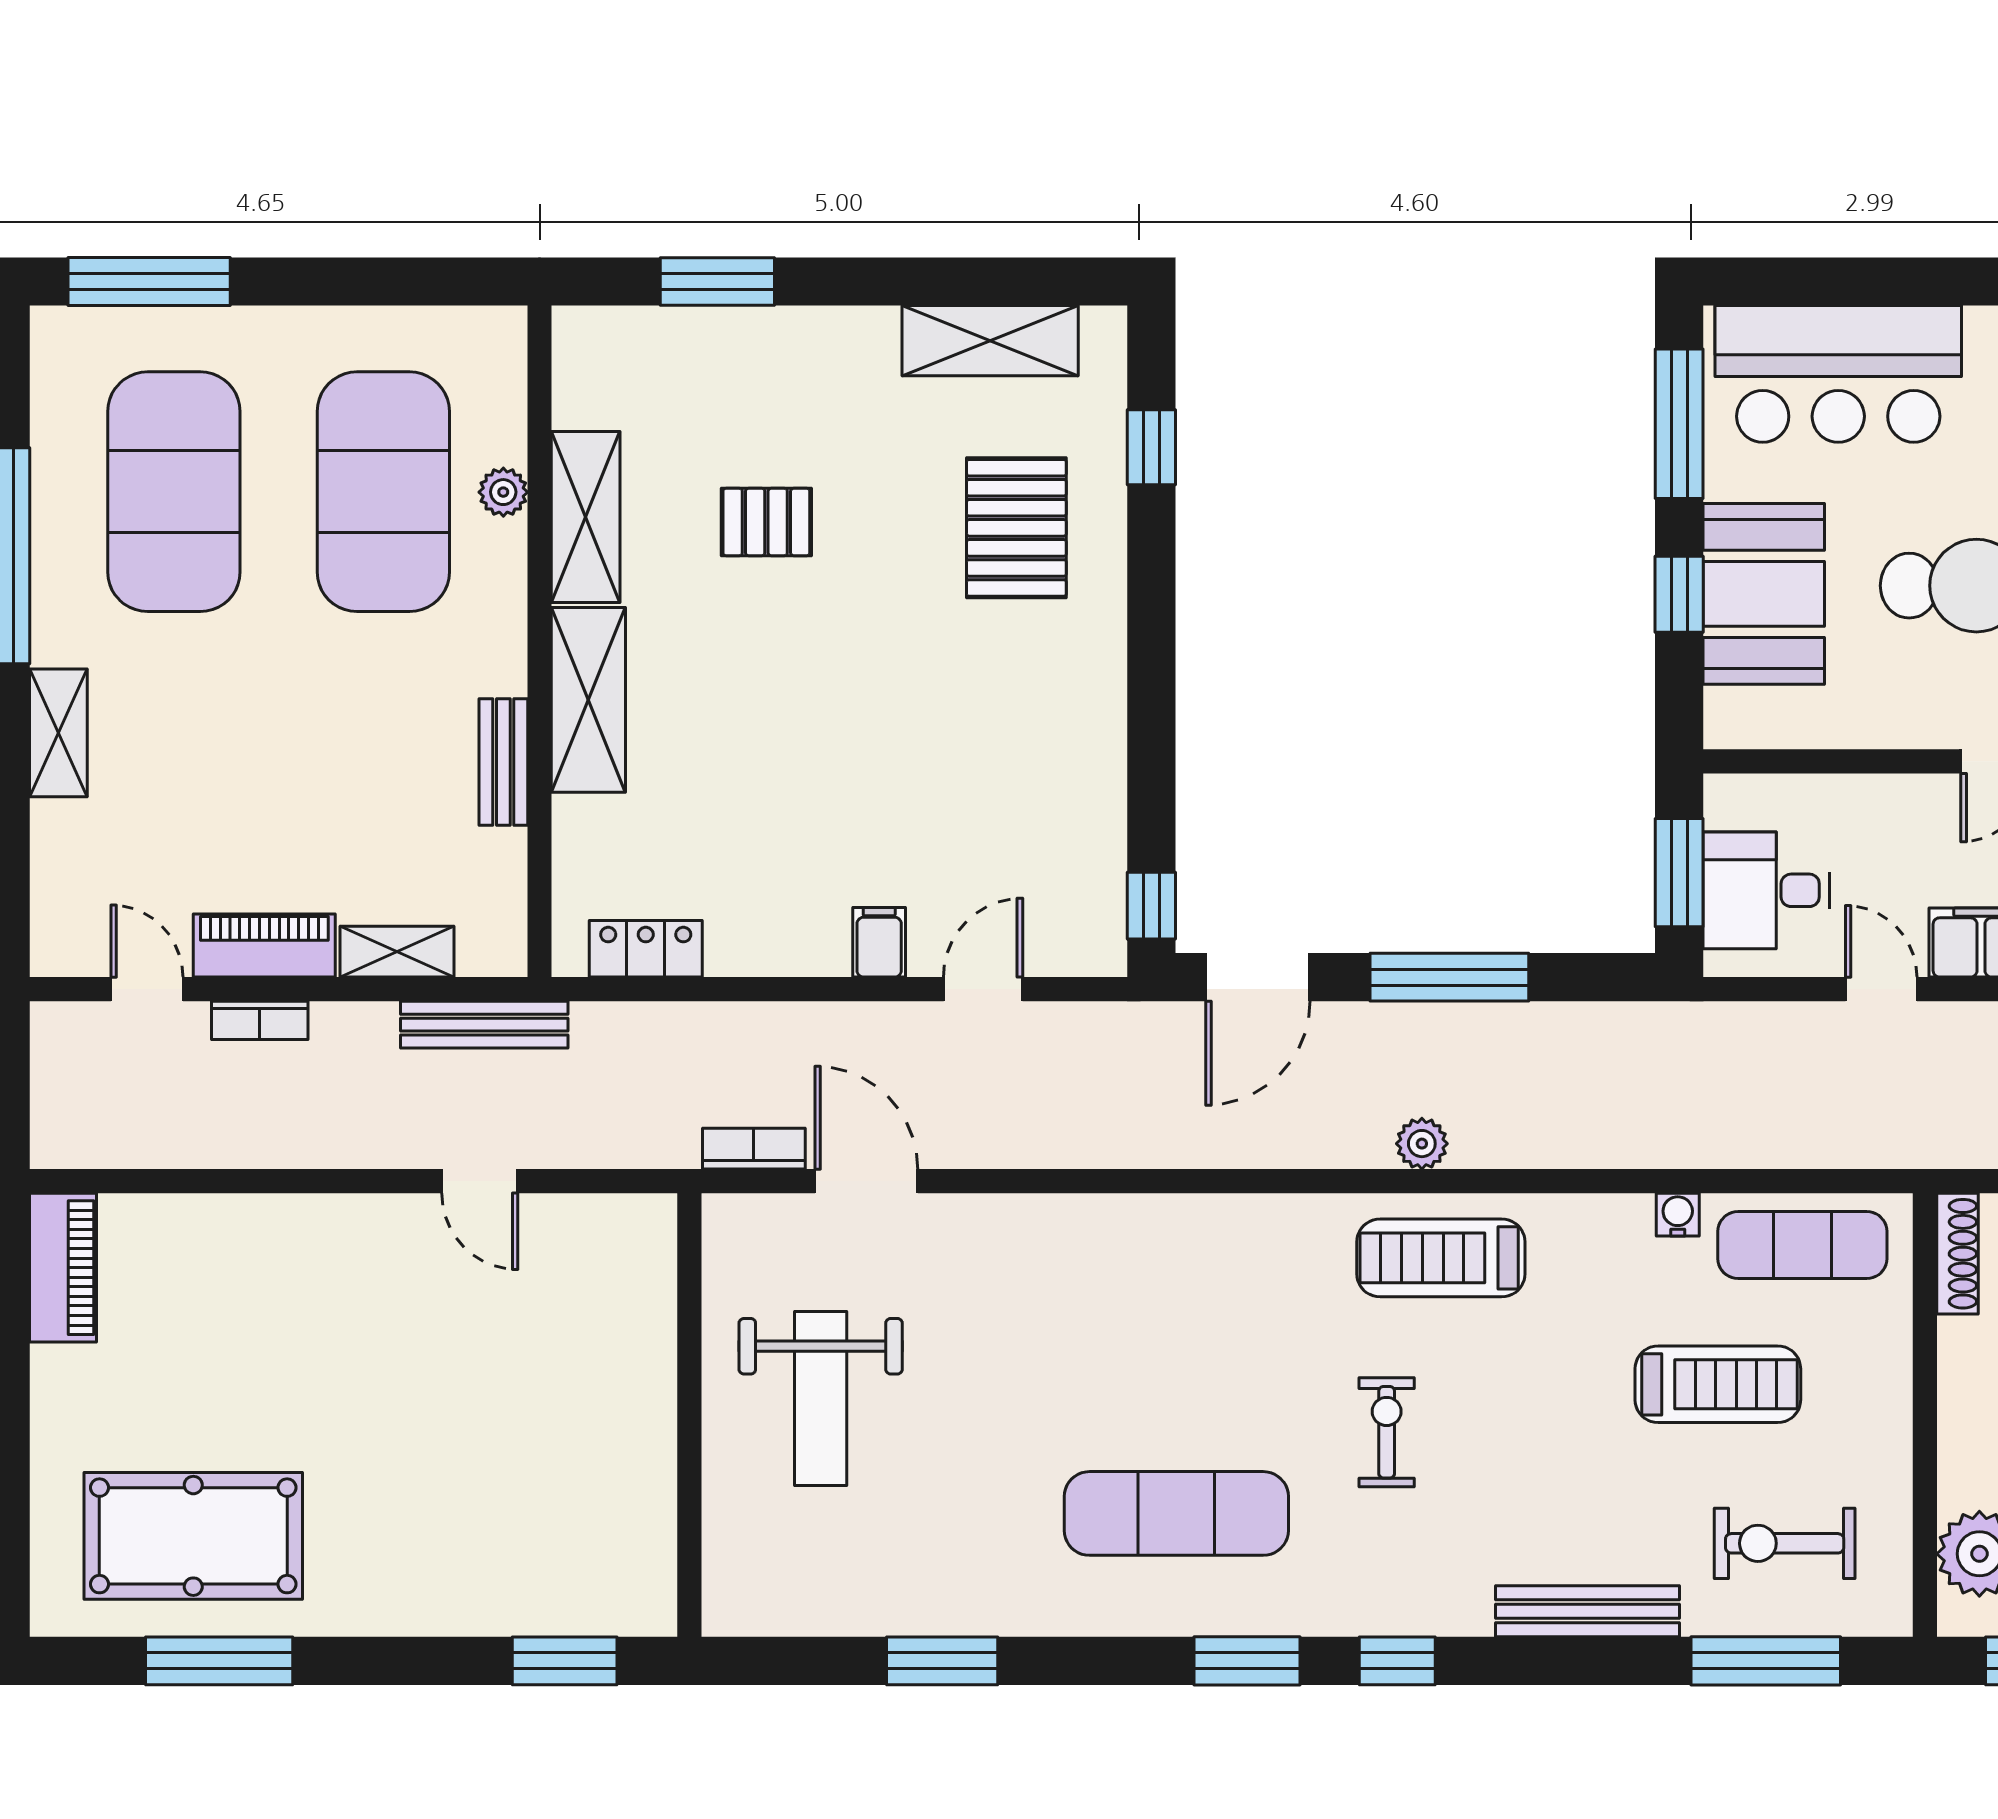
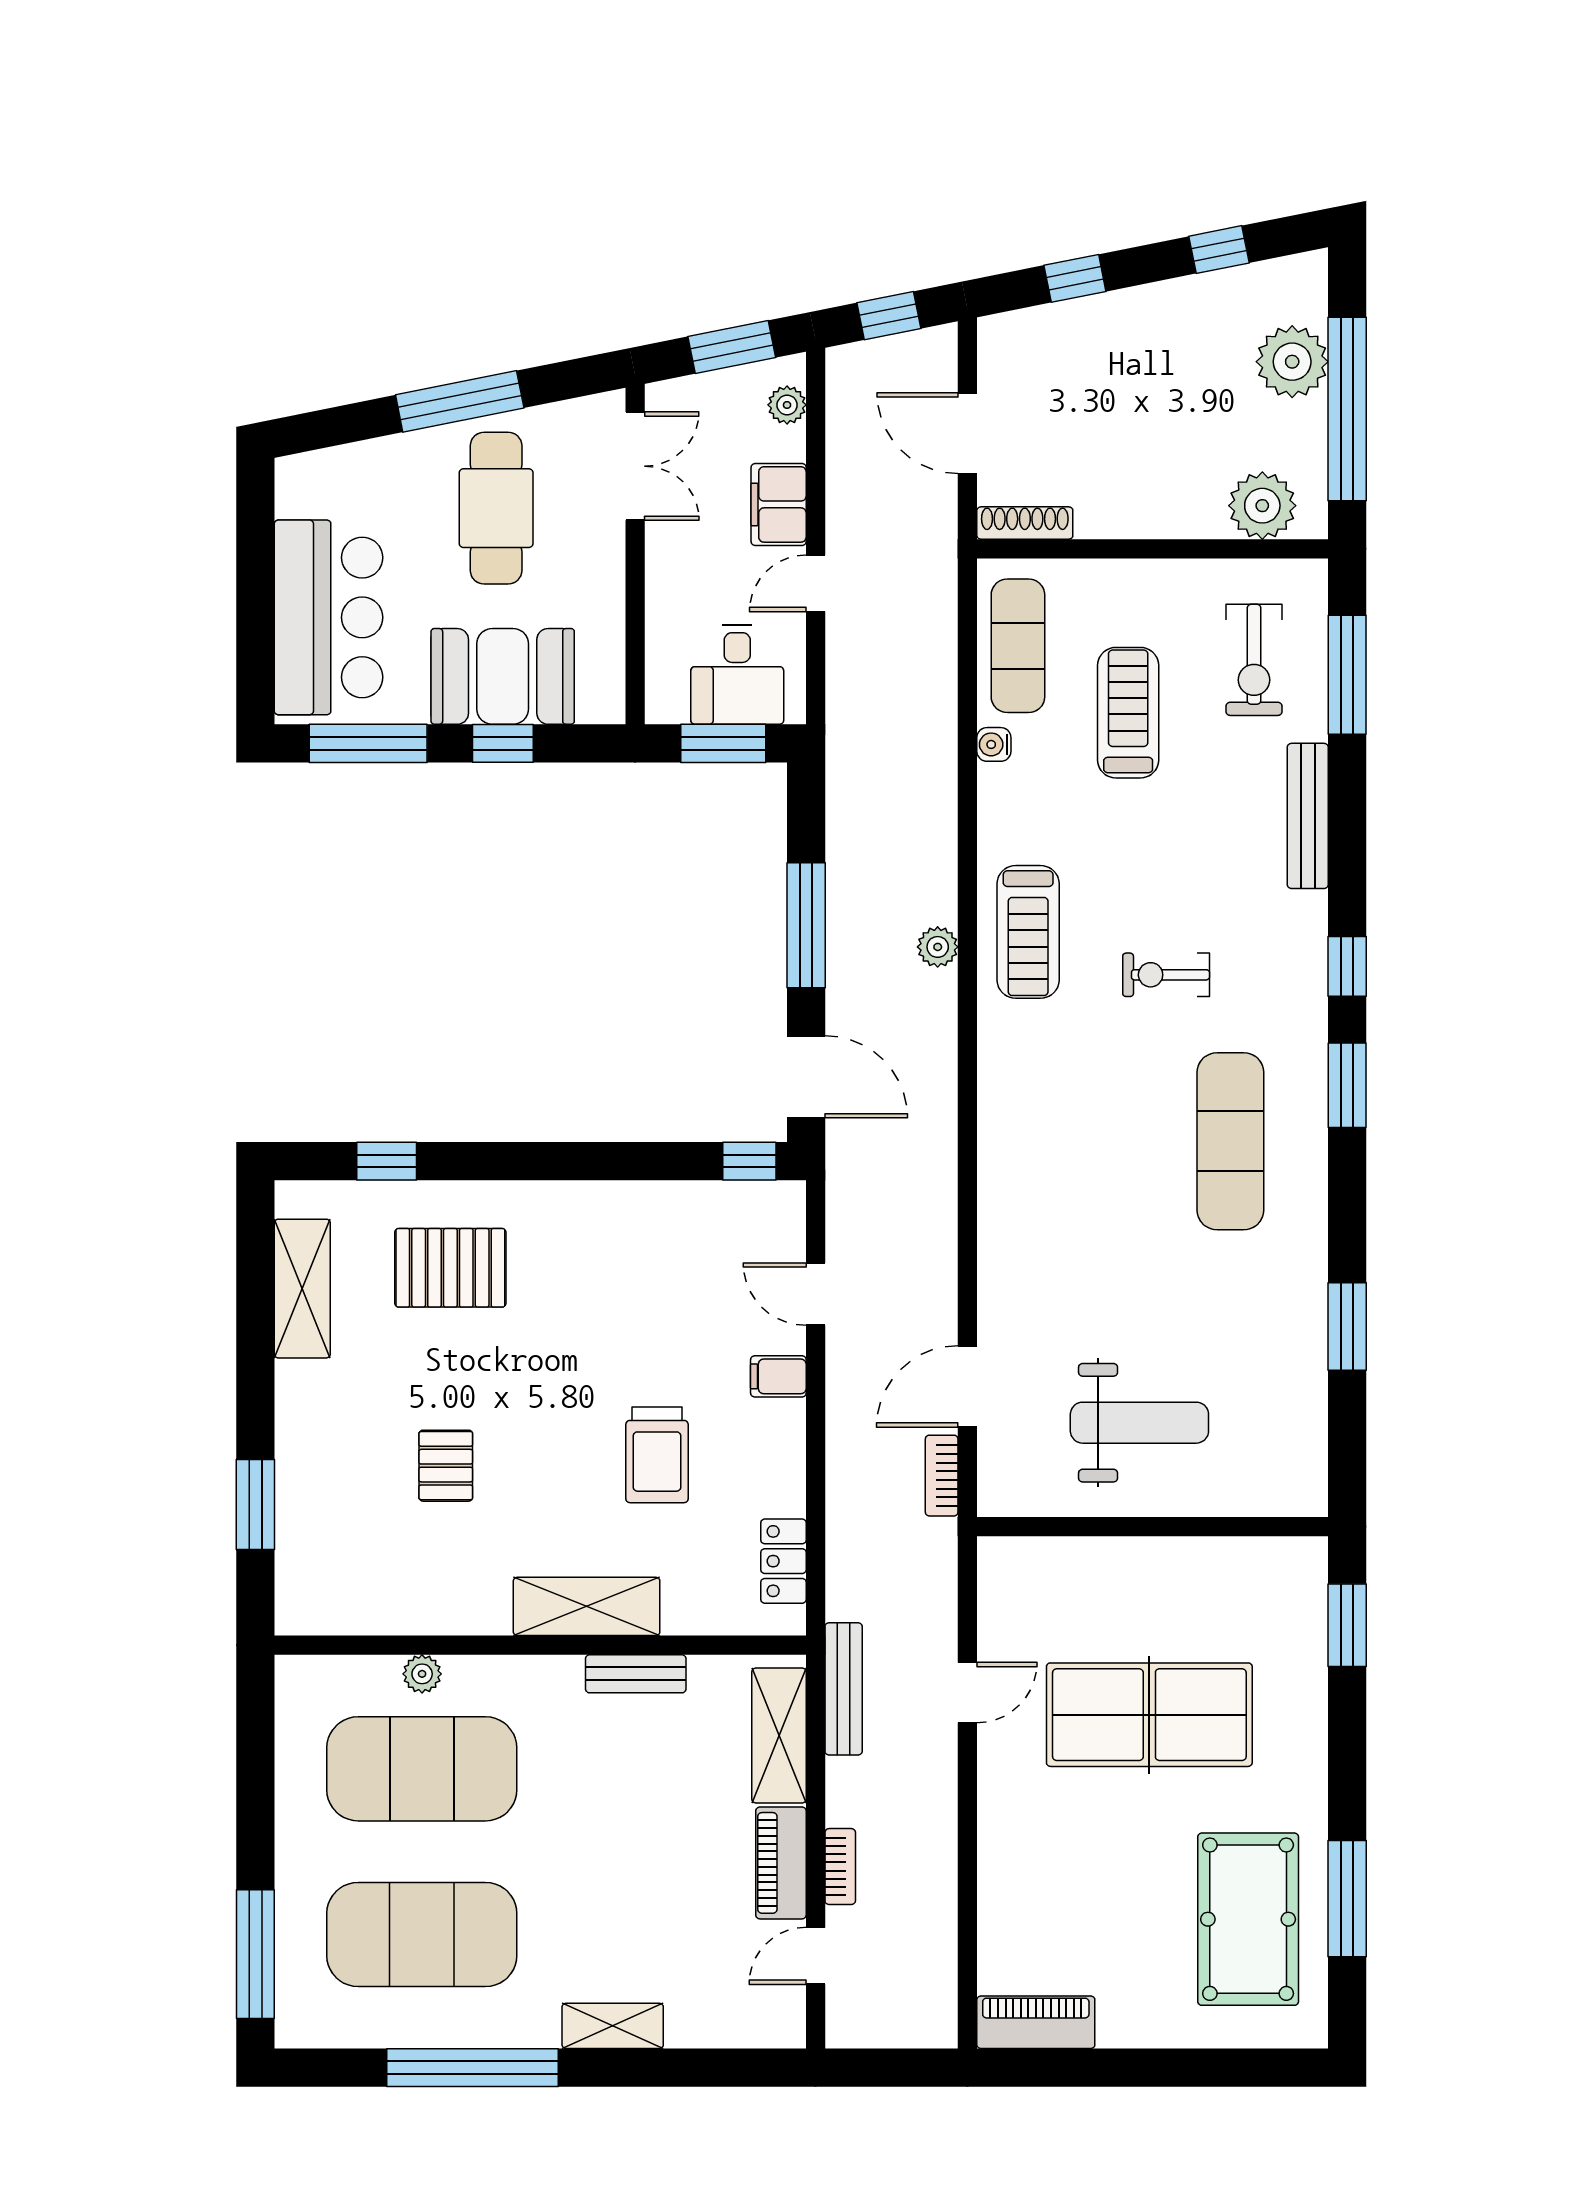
shelving: (586, 517) -> (442, 1609), removed
trolley: (780, 789) -> (657, 1455), added
shelving: (397, 952) -> (779, 1735), width x1.50, depth x1.33
table tennis table: (452, 1411) -> (1149, 1715), added

